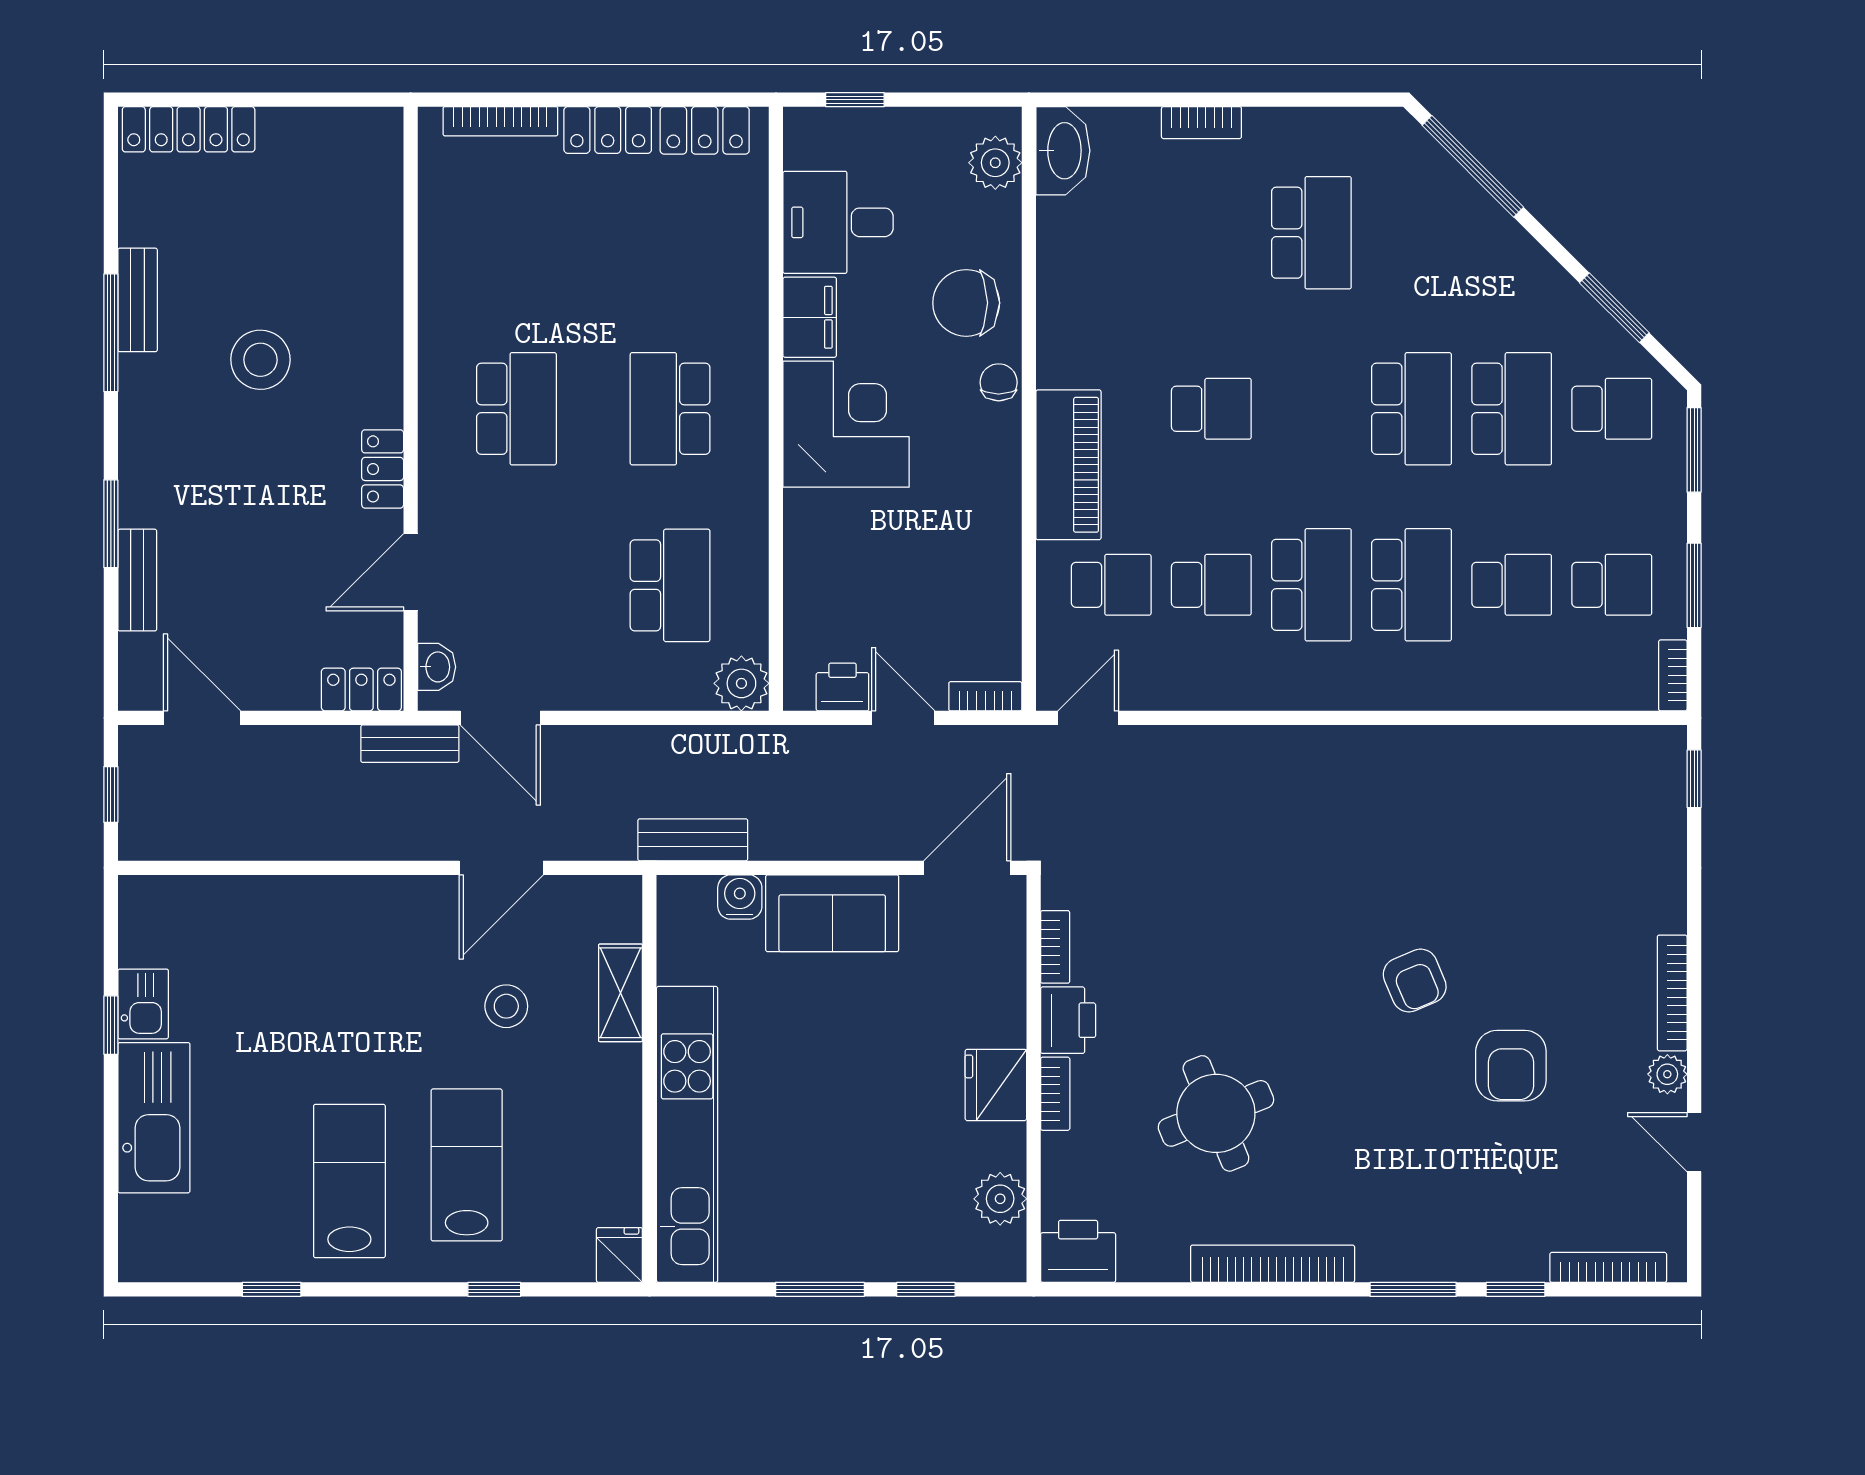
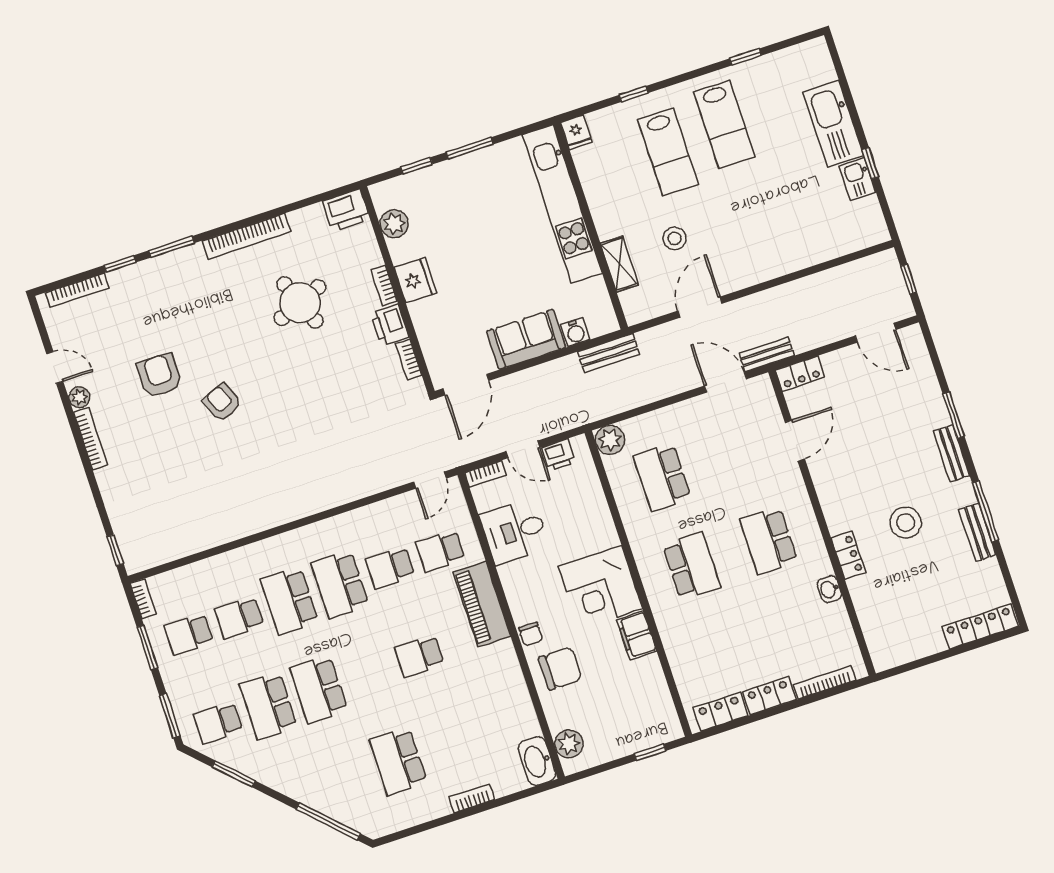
desk: (838, 222) -> (515, 531), moved, turned 180
locker: (383, 469) -> (848, 555), moved
bench: (137, 580) -> (951, 453), moved
washbasin: (437, 667) -> (829, 589), moved

